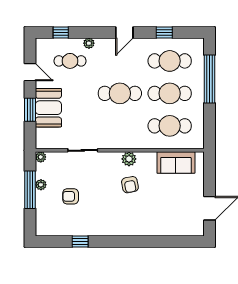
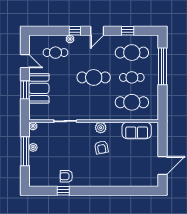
window: (61, 32) -> (75, 31), moved
cafe table: (170, 93) -> (132, 77), width x0.73, depth x0.74
armchair: (71, 196) -> (66, 176), moved

